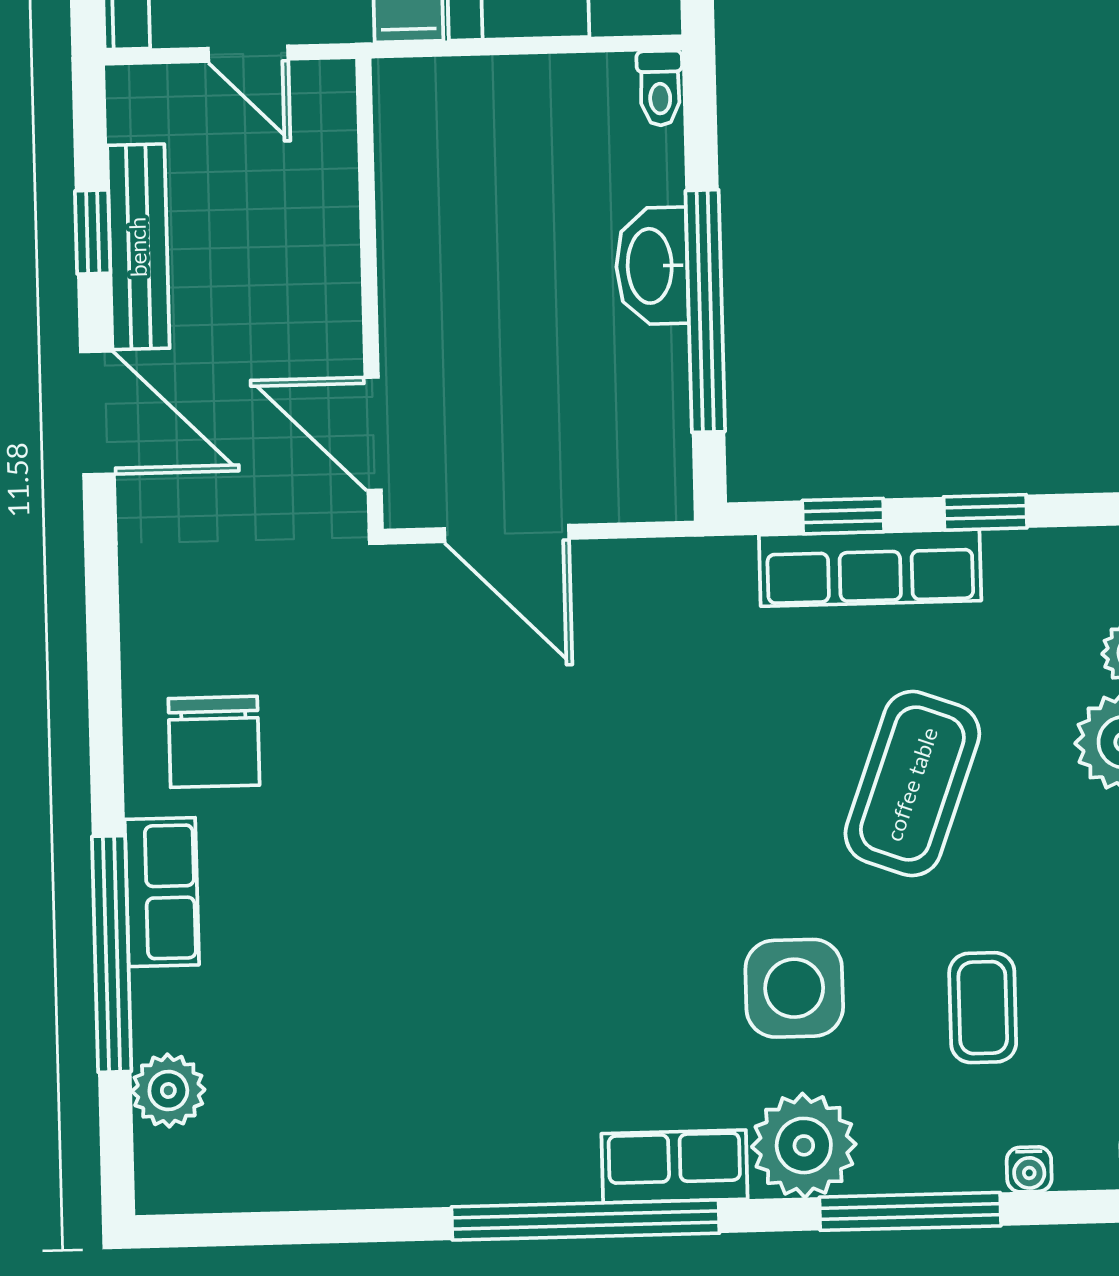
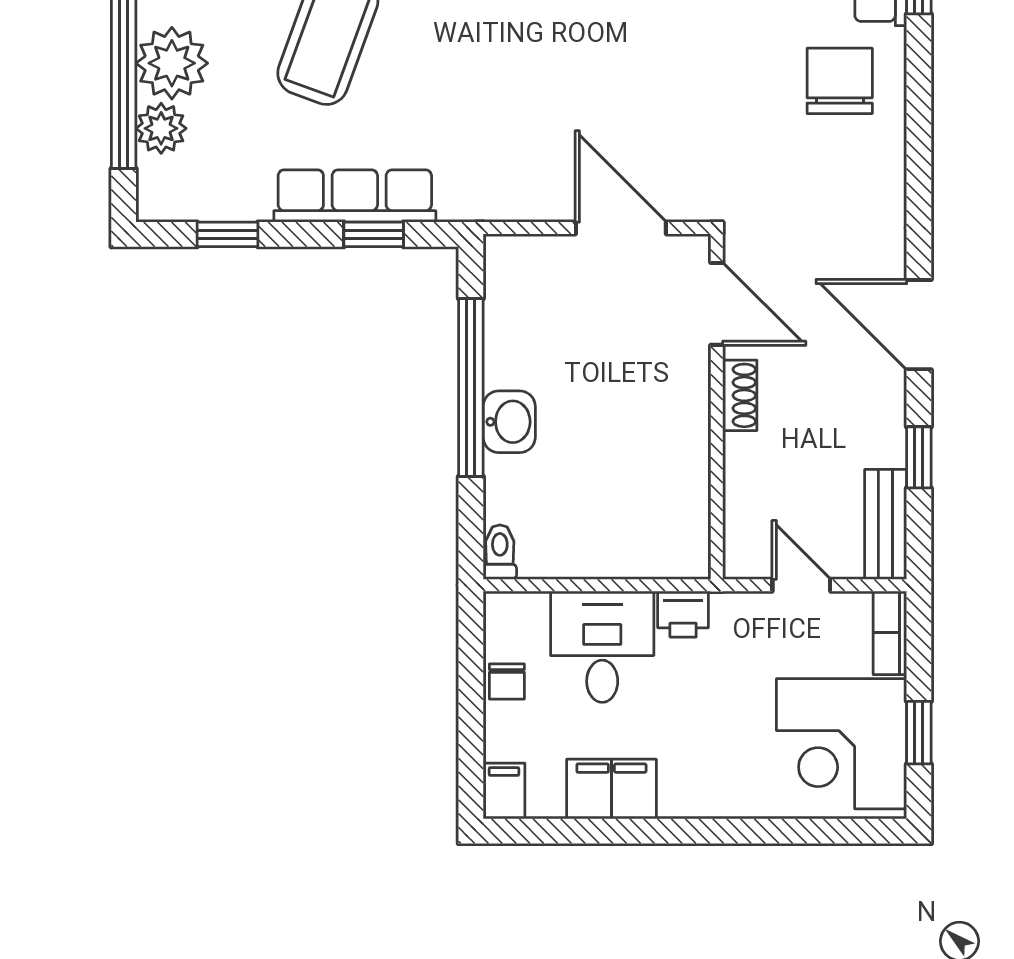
bench: (138, 247) -> (886, 524), moved, width x0.73
washbasin: (652, 266) -> (509, 422), width x0.72
shoe rack: (339, 310) -> (740, 395), added
window: (985, 512) -> (227, 234), moved

